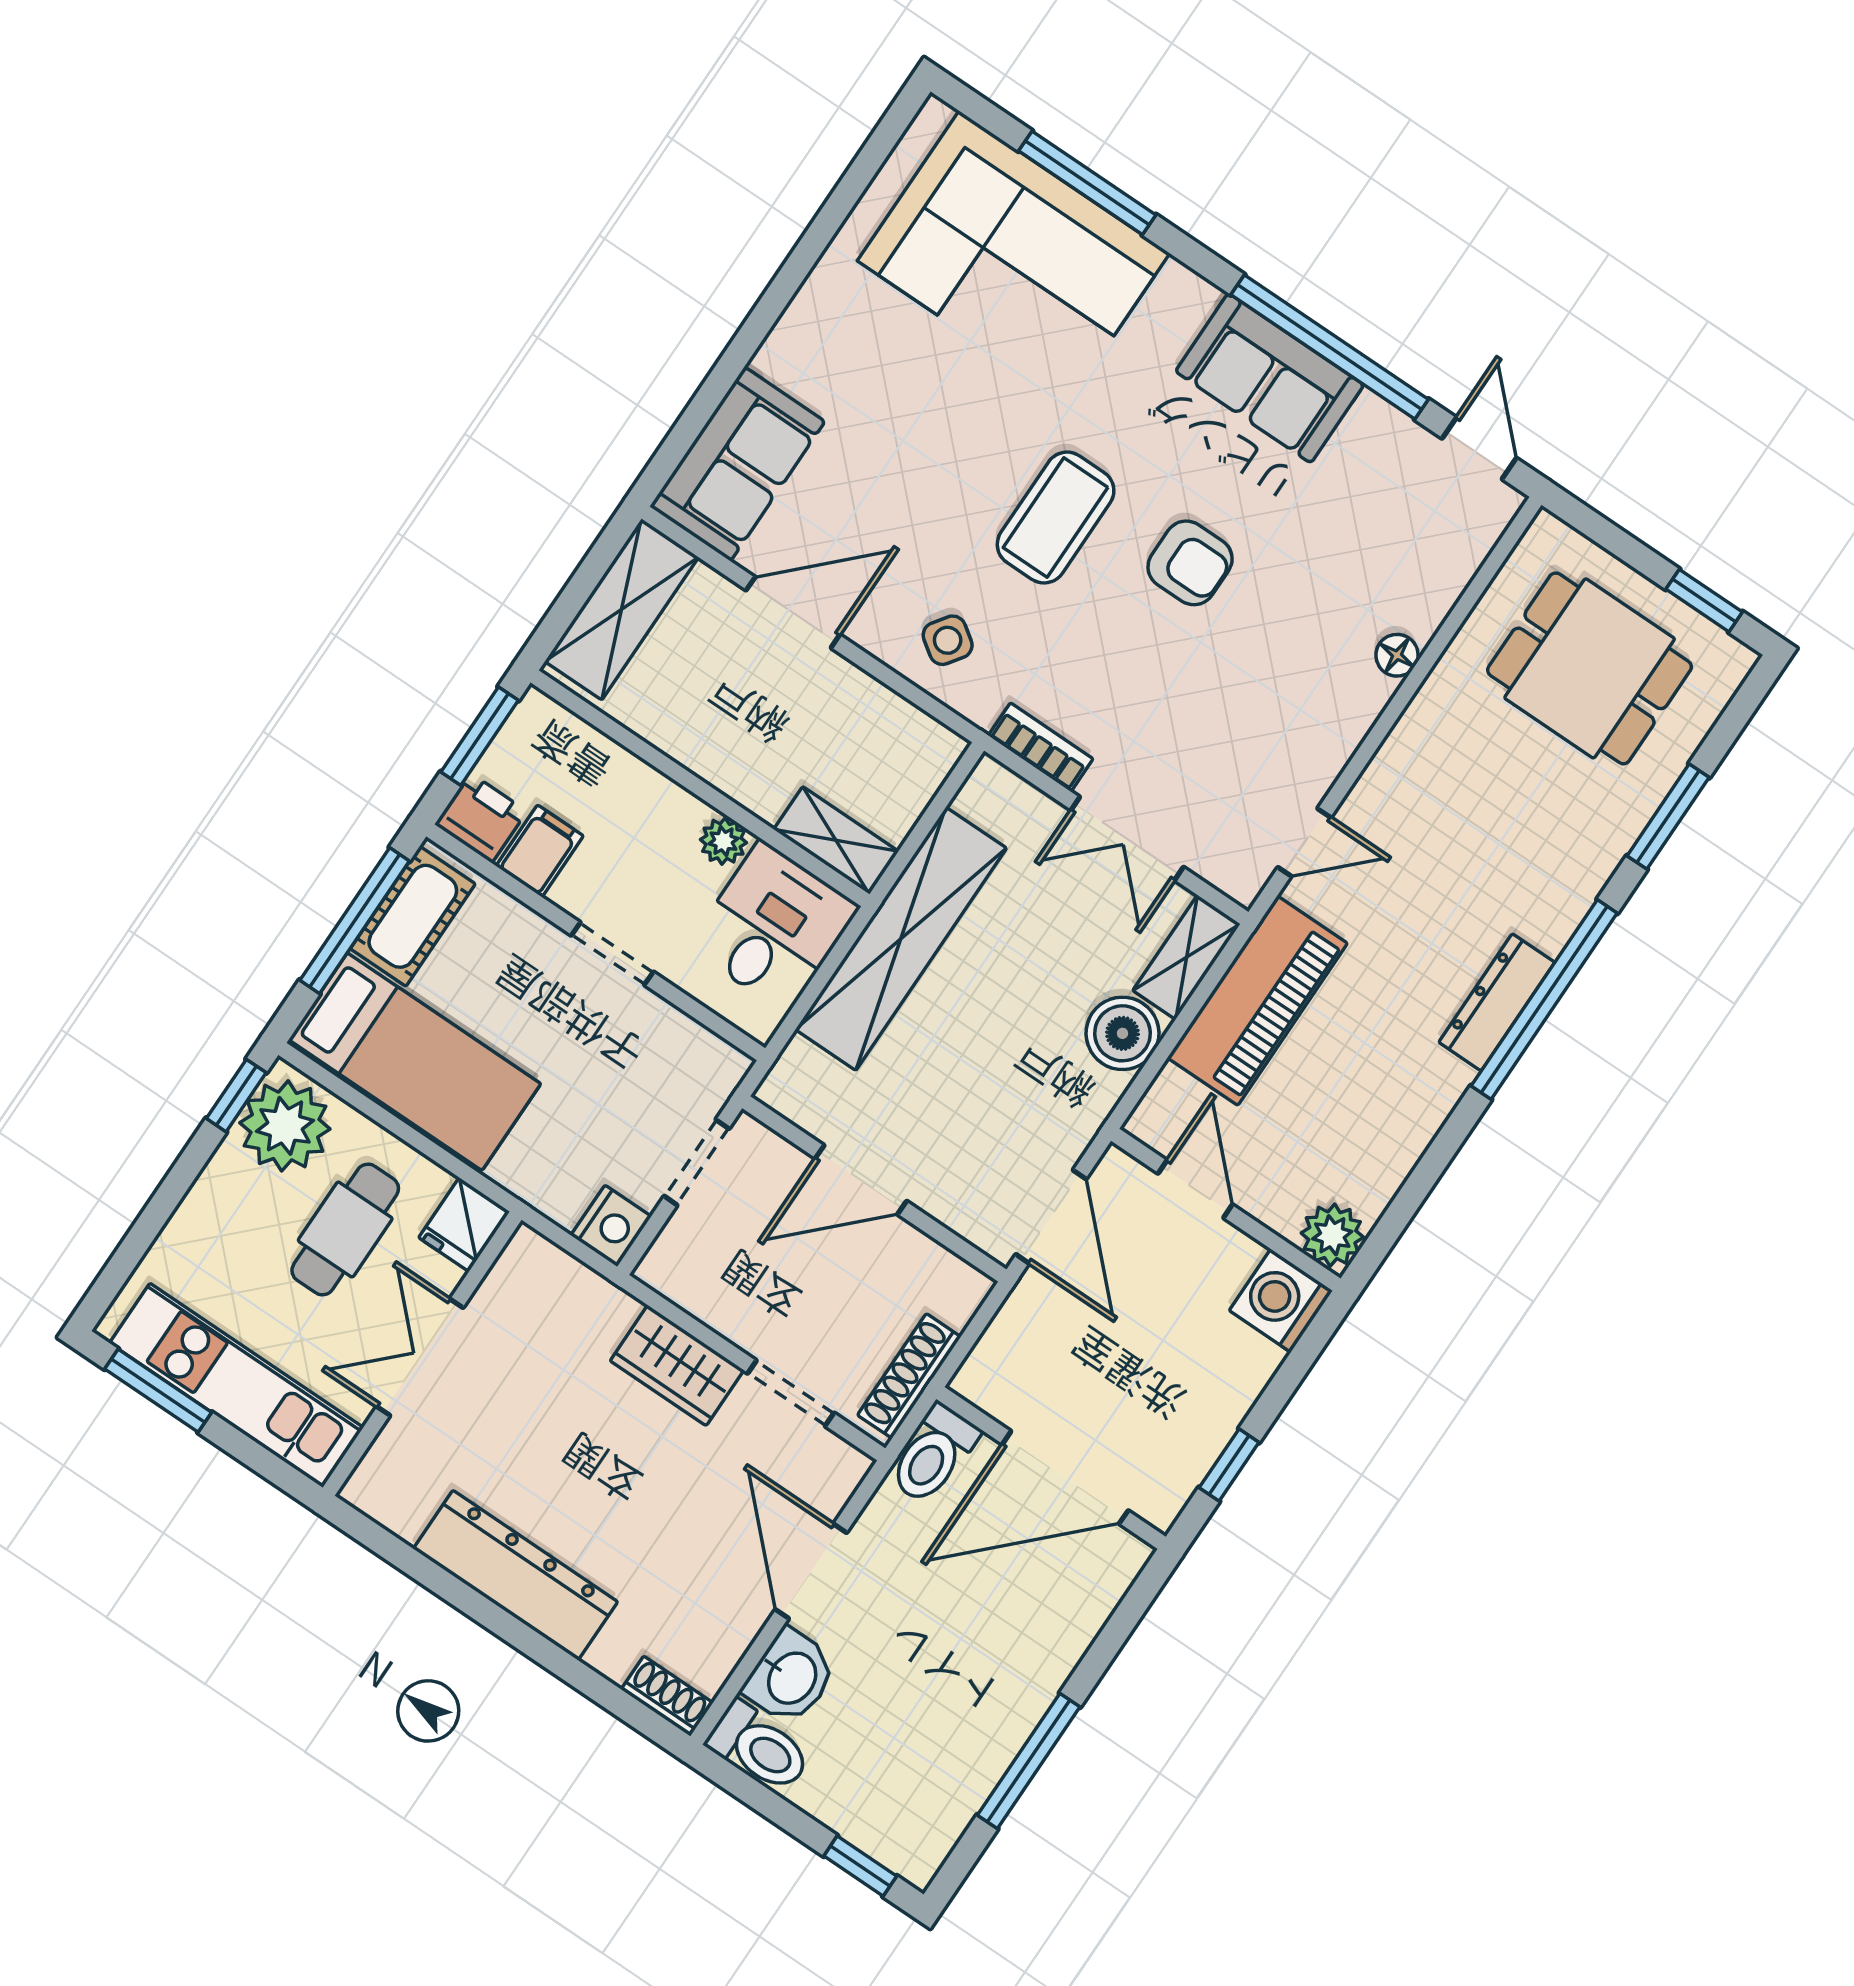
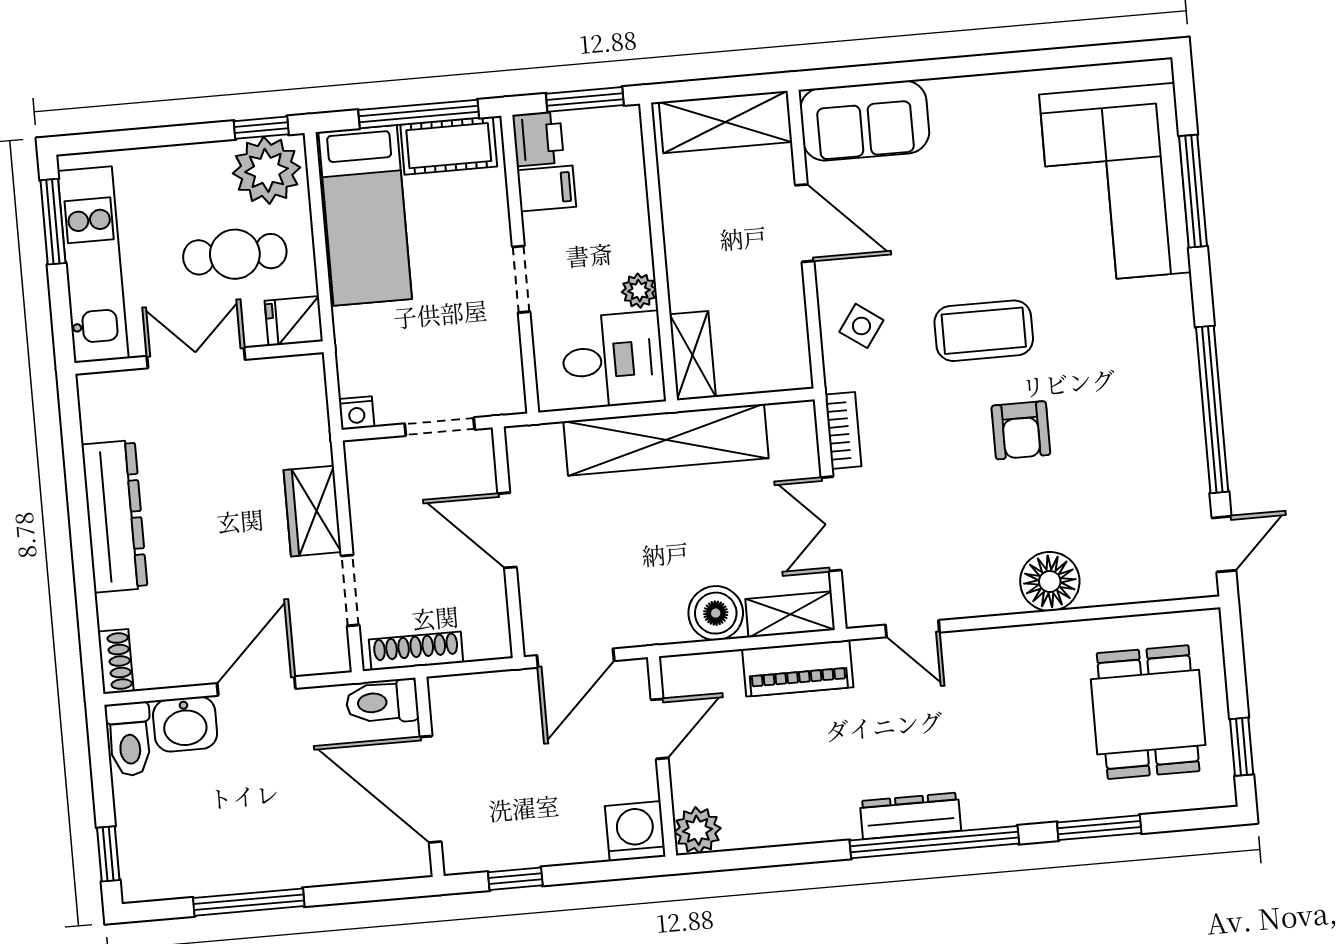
sofa: (1270, 378) -> (1166, 389), removed
floor lamp: (1397, 655) -> (1050, 581), width x1.89, depth x1.89
piano: (1257, 1001) -> (798, 668), width x0.73, depth x0.75
nightstand: (611, 1226) -> (357, 413), width x0.72, depth x0.74

